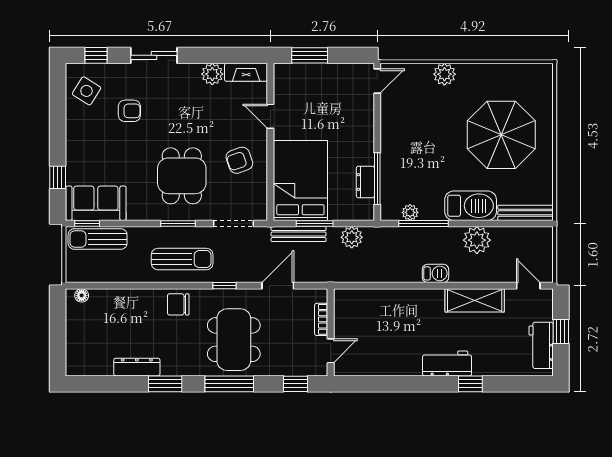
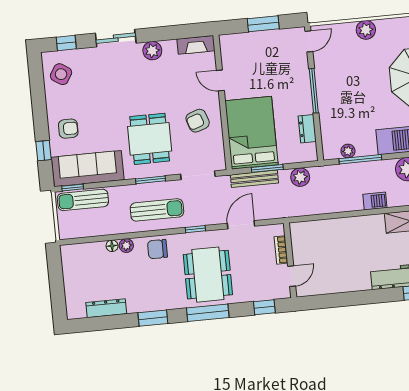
window: (310, 55) -> (263, 24), moved
plant: (212, 74) -> (152, 51), moved
armchair: (129, 111) -> (68, 129), moved
window: (377, 179) -> (314, 91), moved
sofa: (96, 203) -> (88, 169), width x1.36
floor lamp: (82, 295) -> (112, 246), moved
plant: (143, 297) -> (126, 246), added
dresser: (137, 367) -> (106, 308), moved

